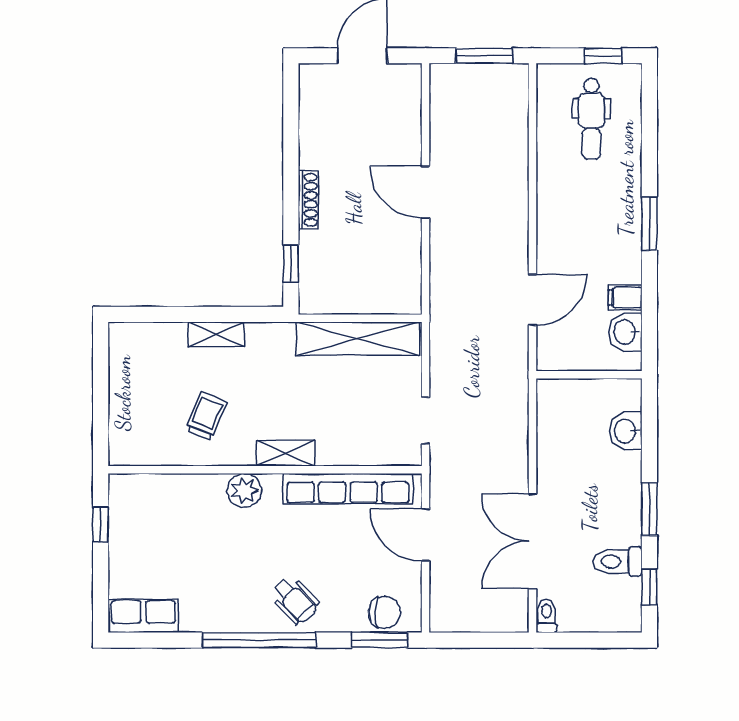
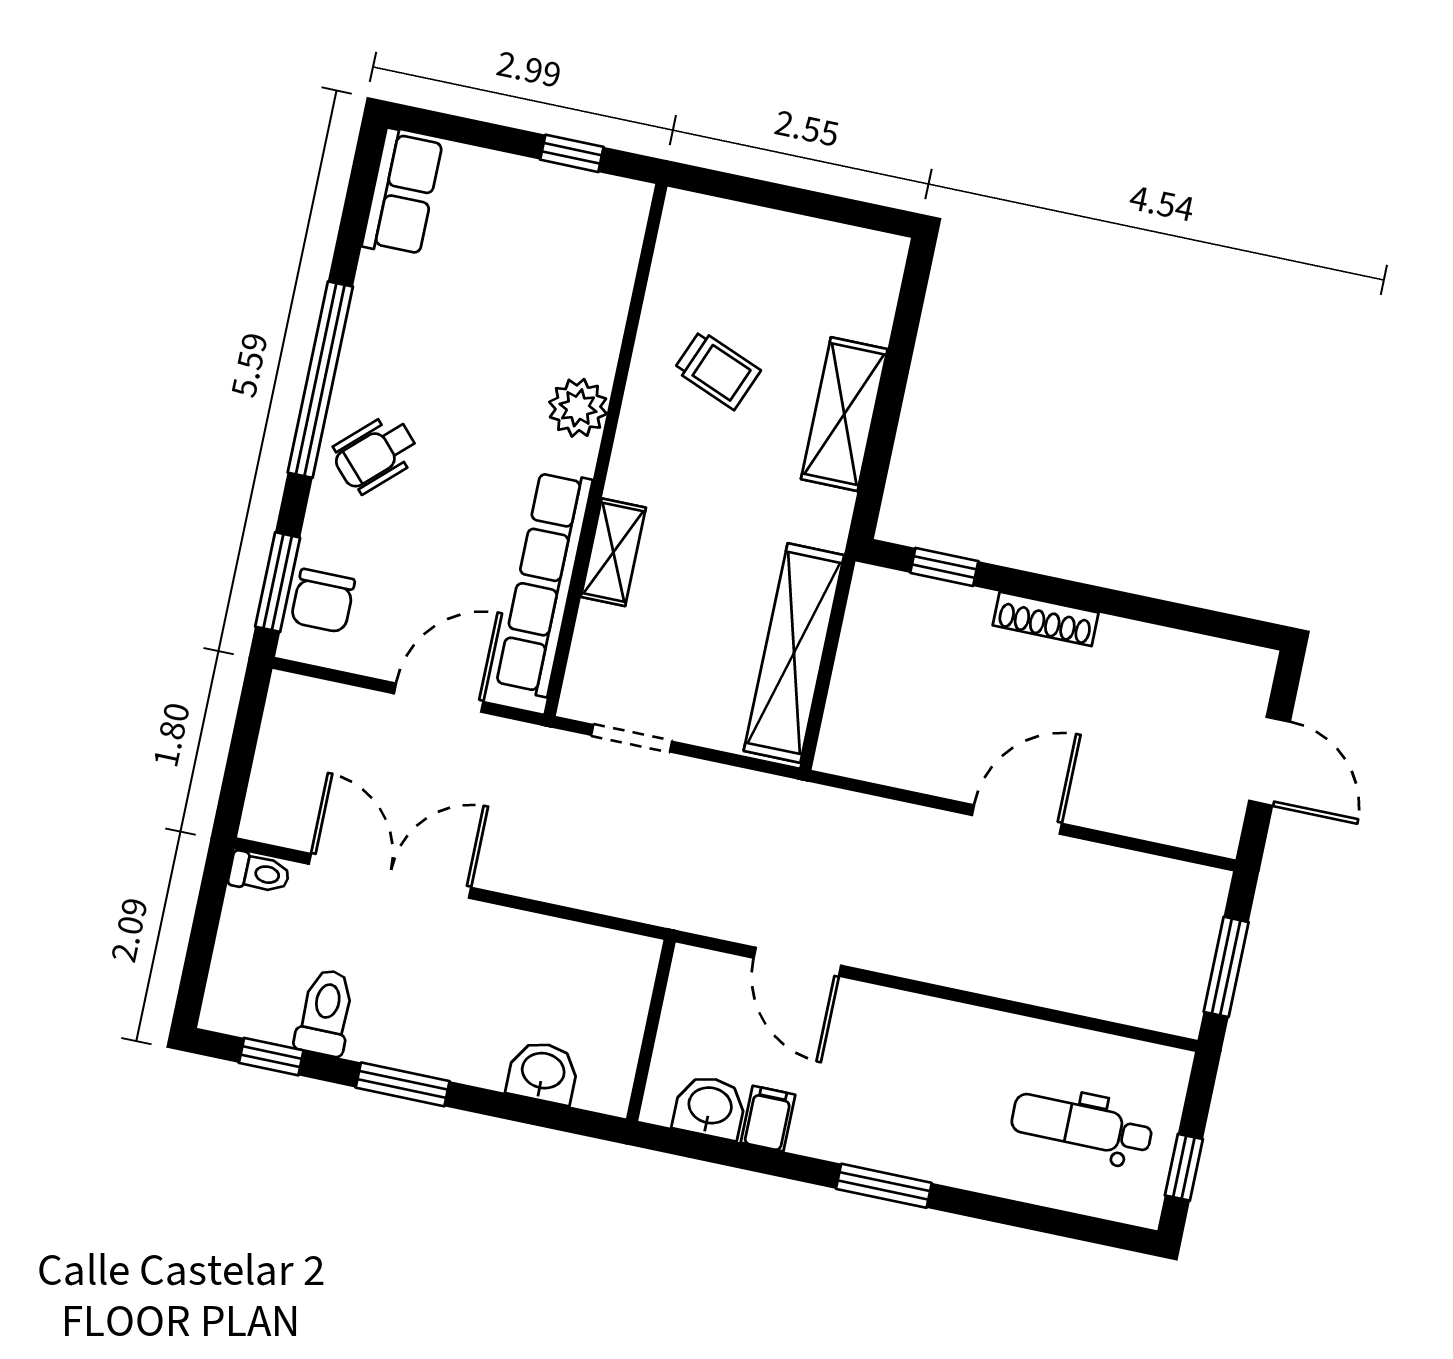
shelving: (216, 334) -> (844, 414), width x1.50, depth x1.33
shelving: (286, 453) -> (613, 552), moved

